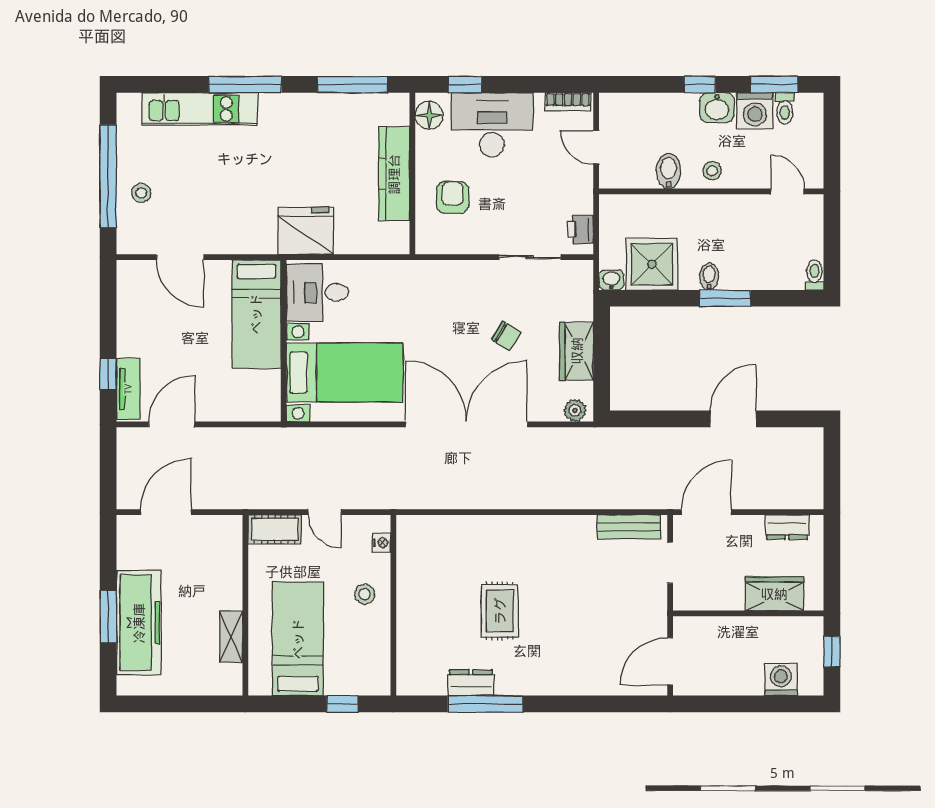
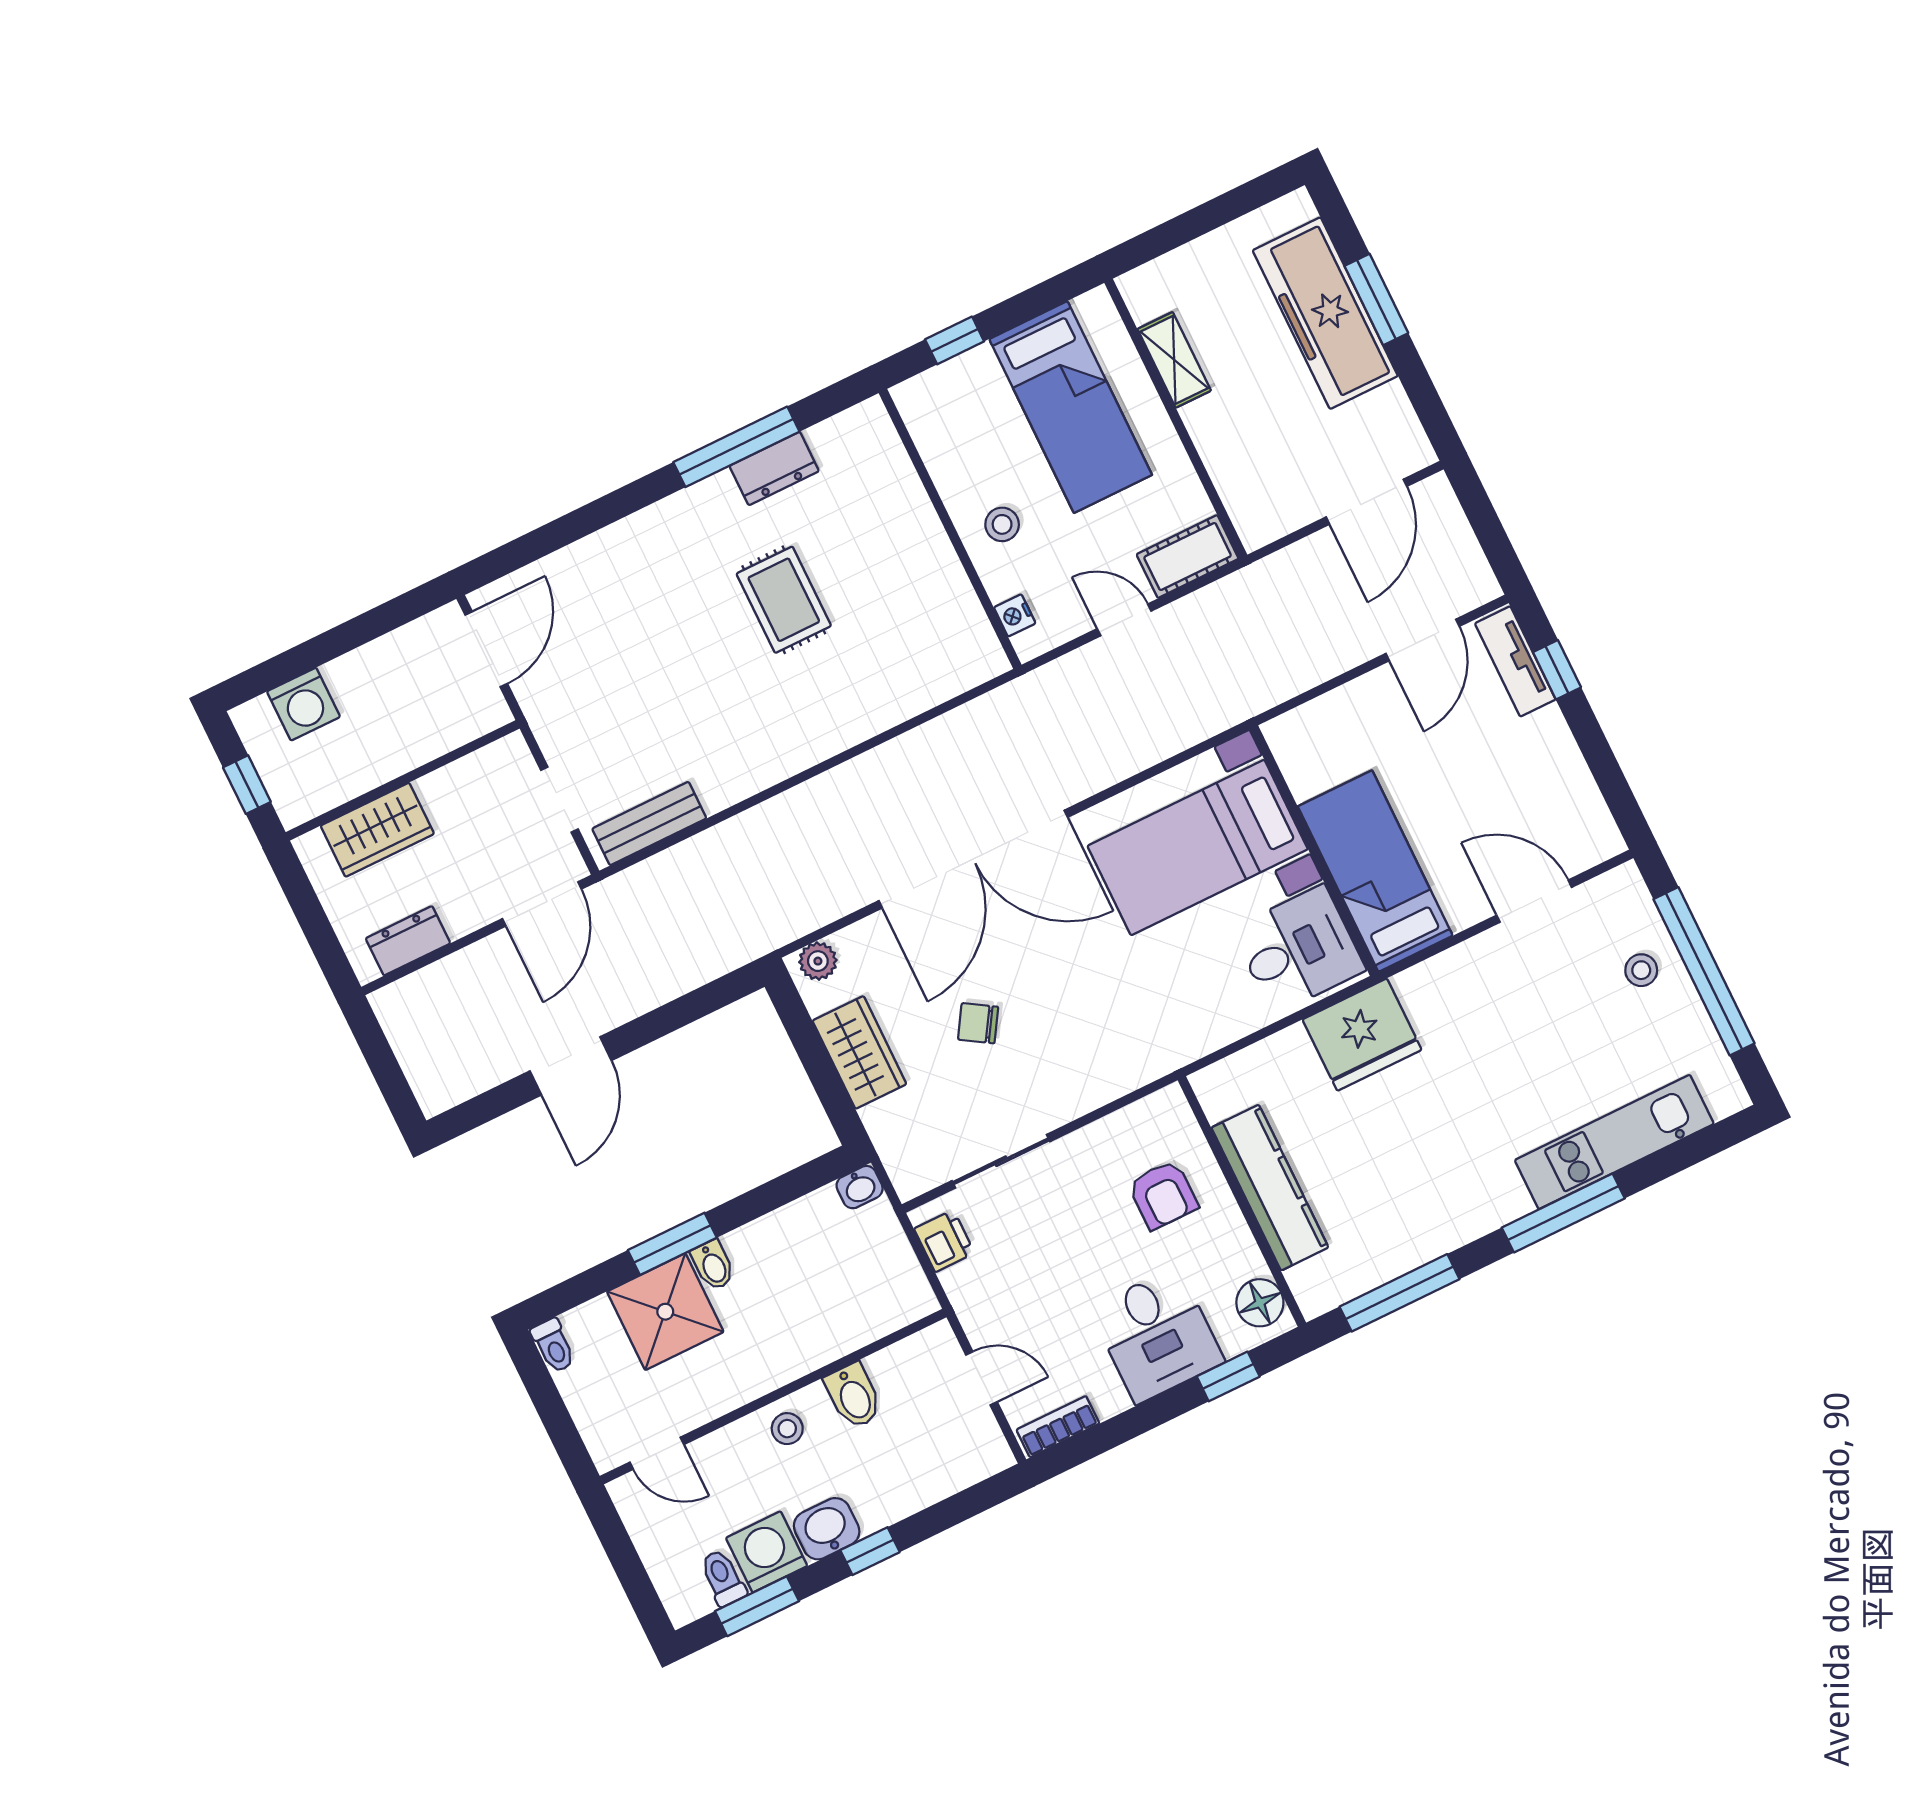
desk: (492, 125) -> (1157, 1335), width x0.73
shower: (652, 264) -> (665, 1312), moved

